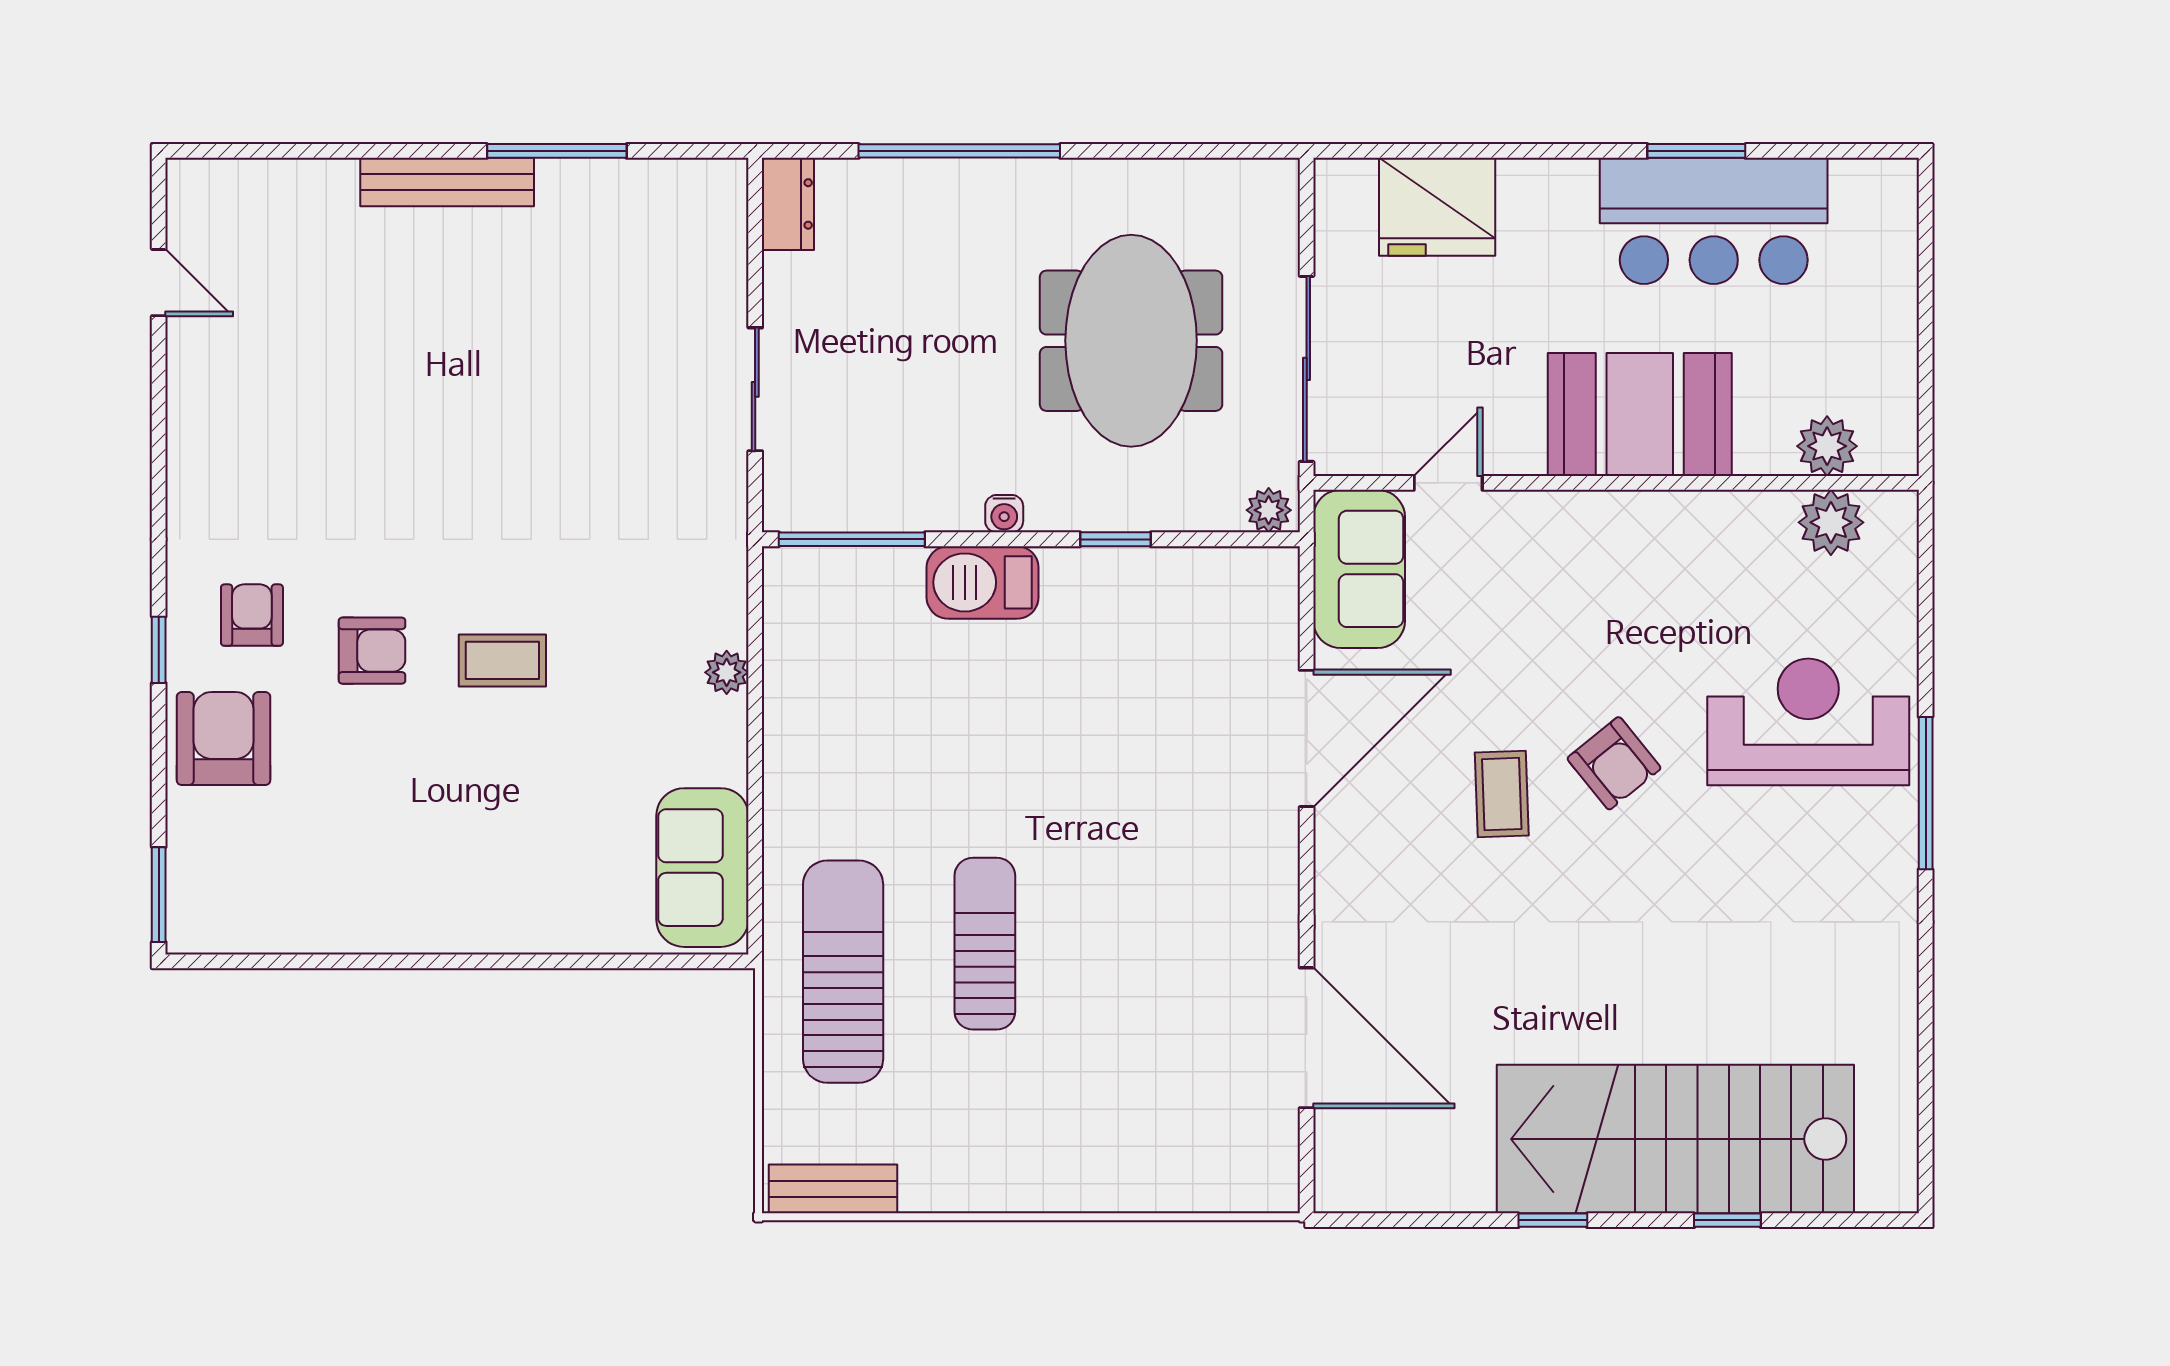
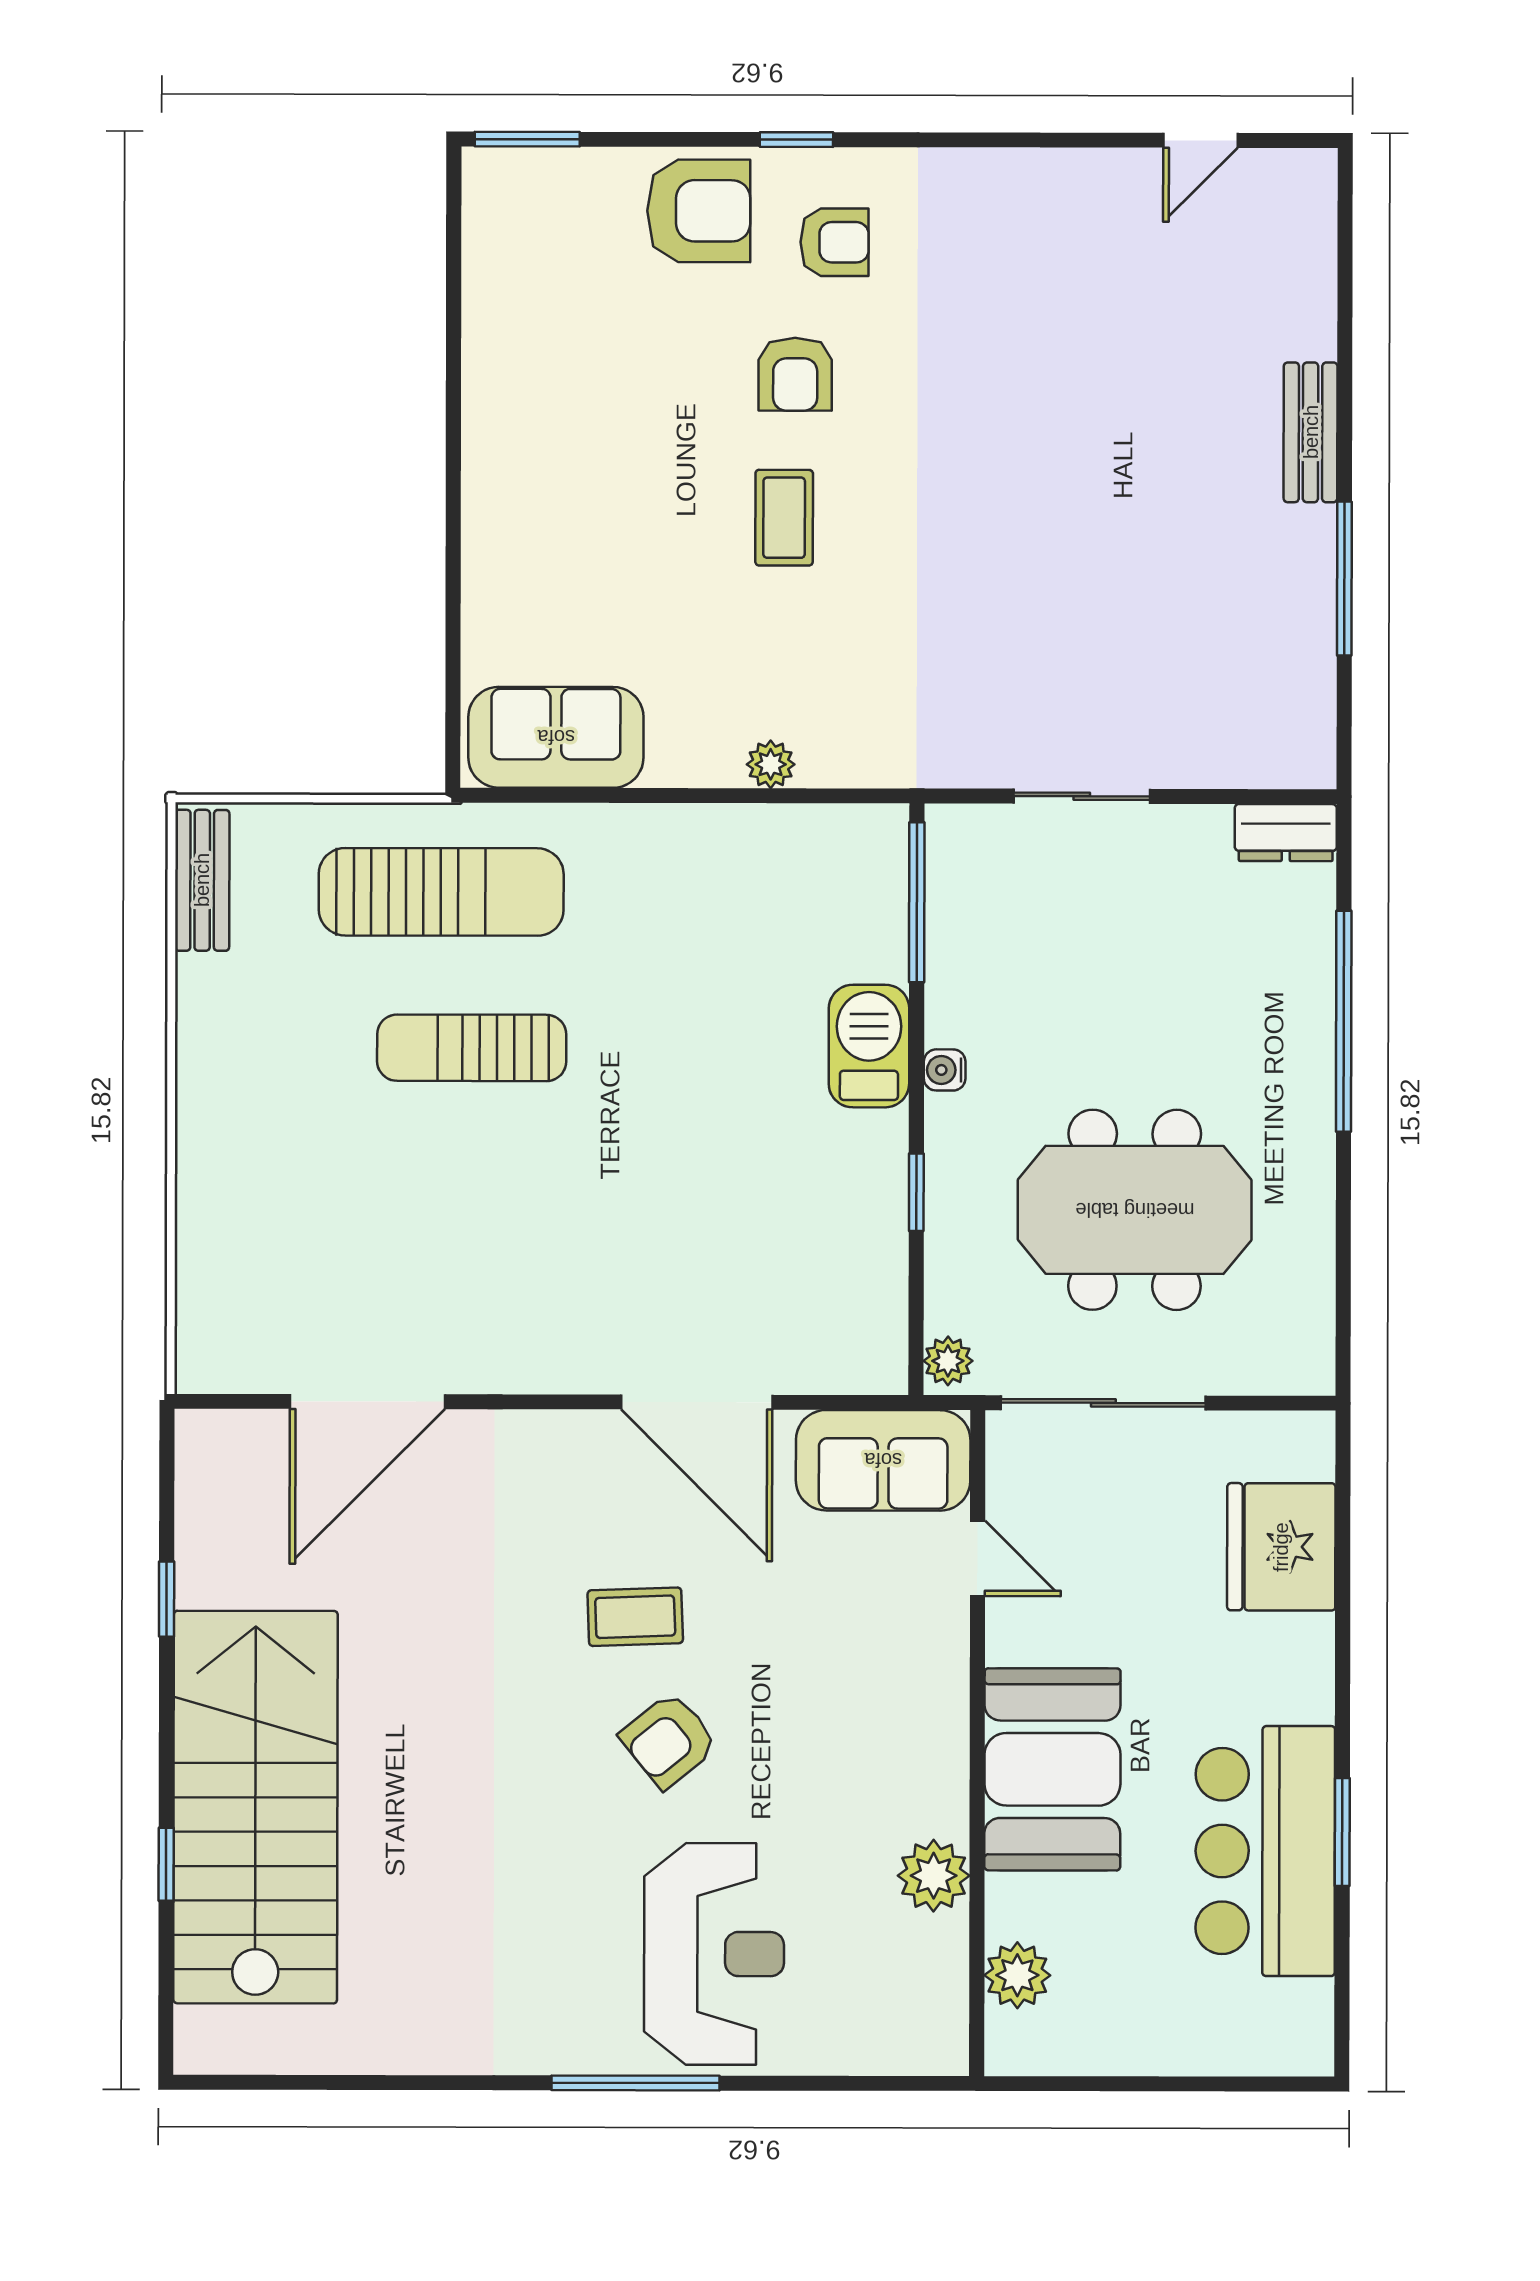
bench: (447, 182) -> (1311, 432), width x0.73
plant: (1831, 522) -> (934, 1876), moved
sun lounger: (985, 944) -> (472, 1048), turned 180
window: (1553, 1220) -> (167, 1599), moved

